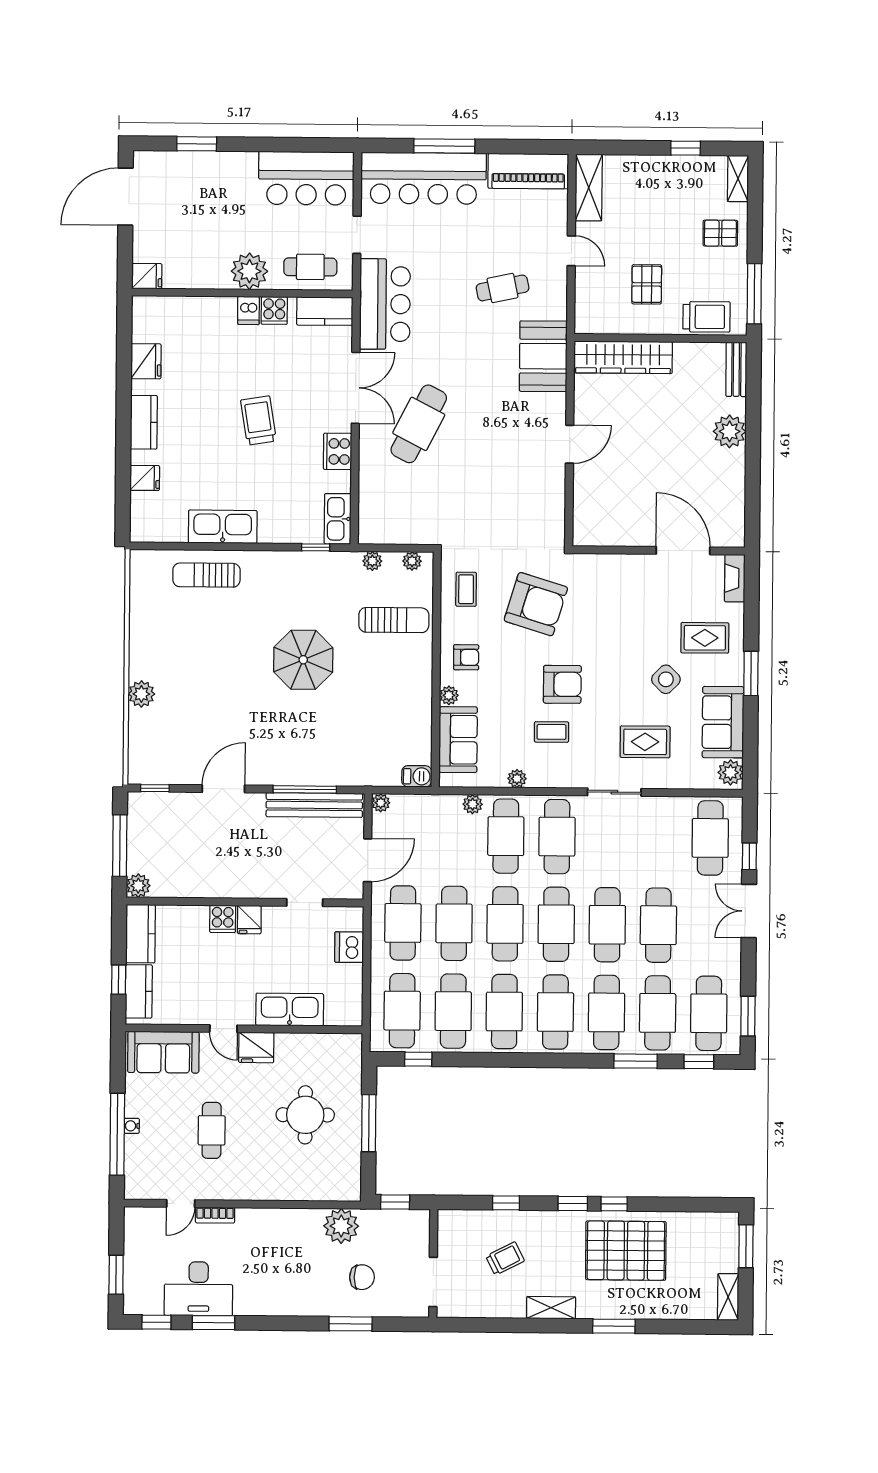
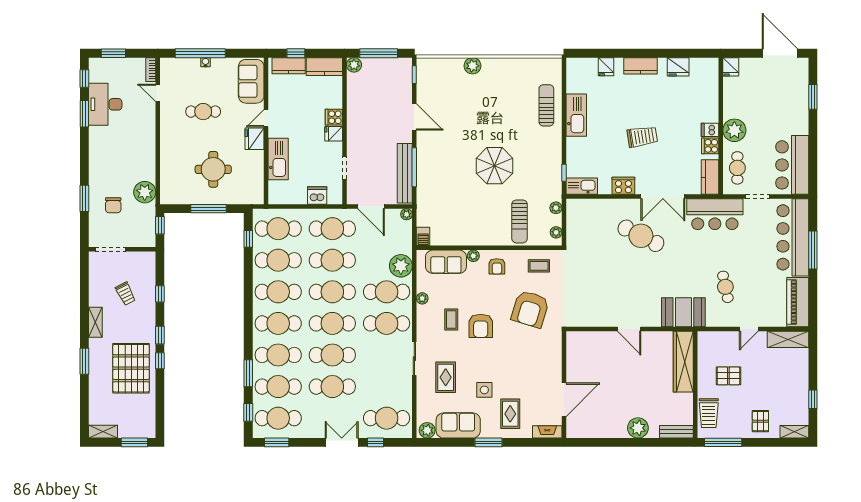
side table: (666, 679) -> (484, 390), turned 45
plant: (473, 804) -> (401, 266), width x1.87, depth x1.87
bookcase: (215, 1215) -> (151, 70), moved

